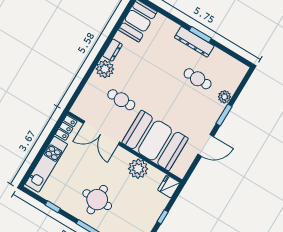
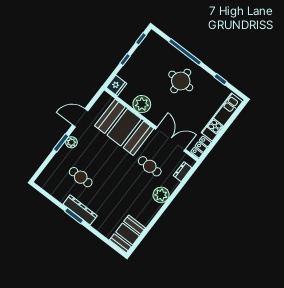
dresser: (112, 50) -> (183, 172), moved
plant: (225, 97) -> (71, 142), moved

